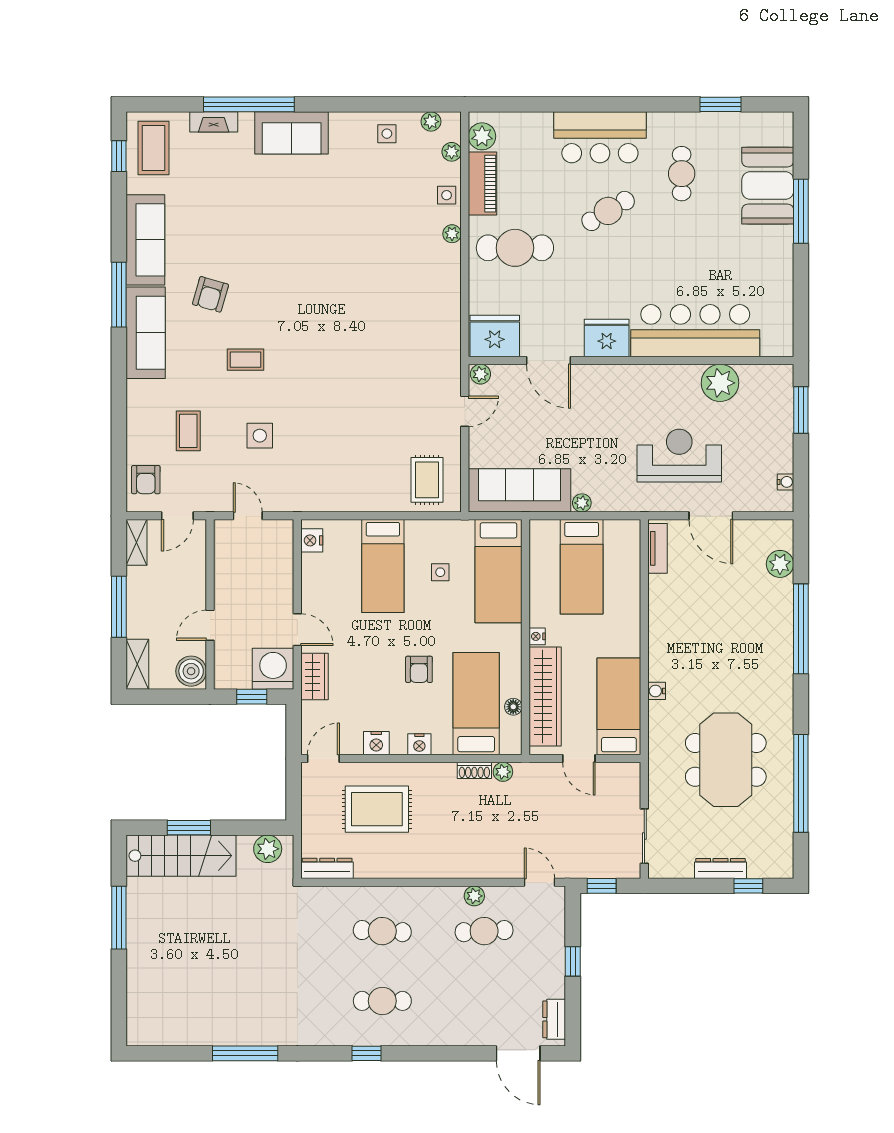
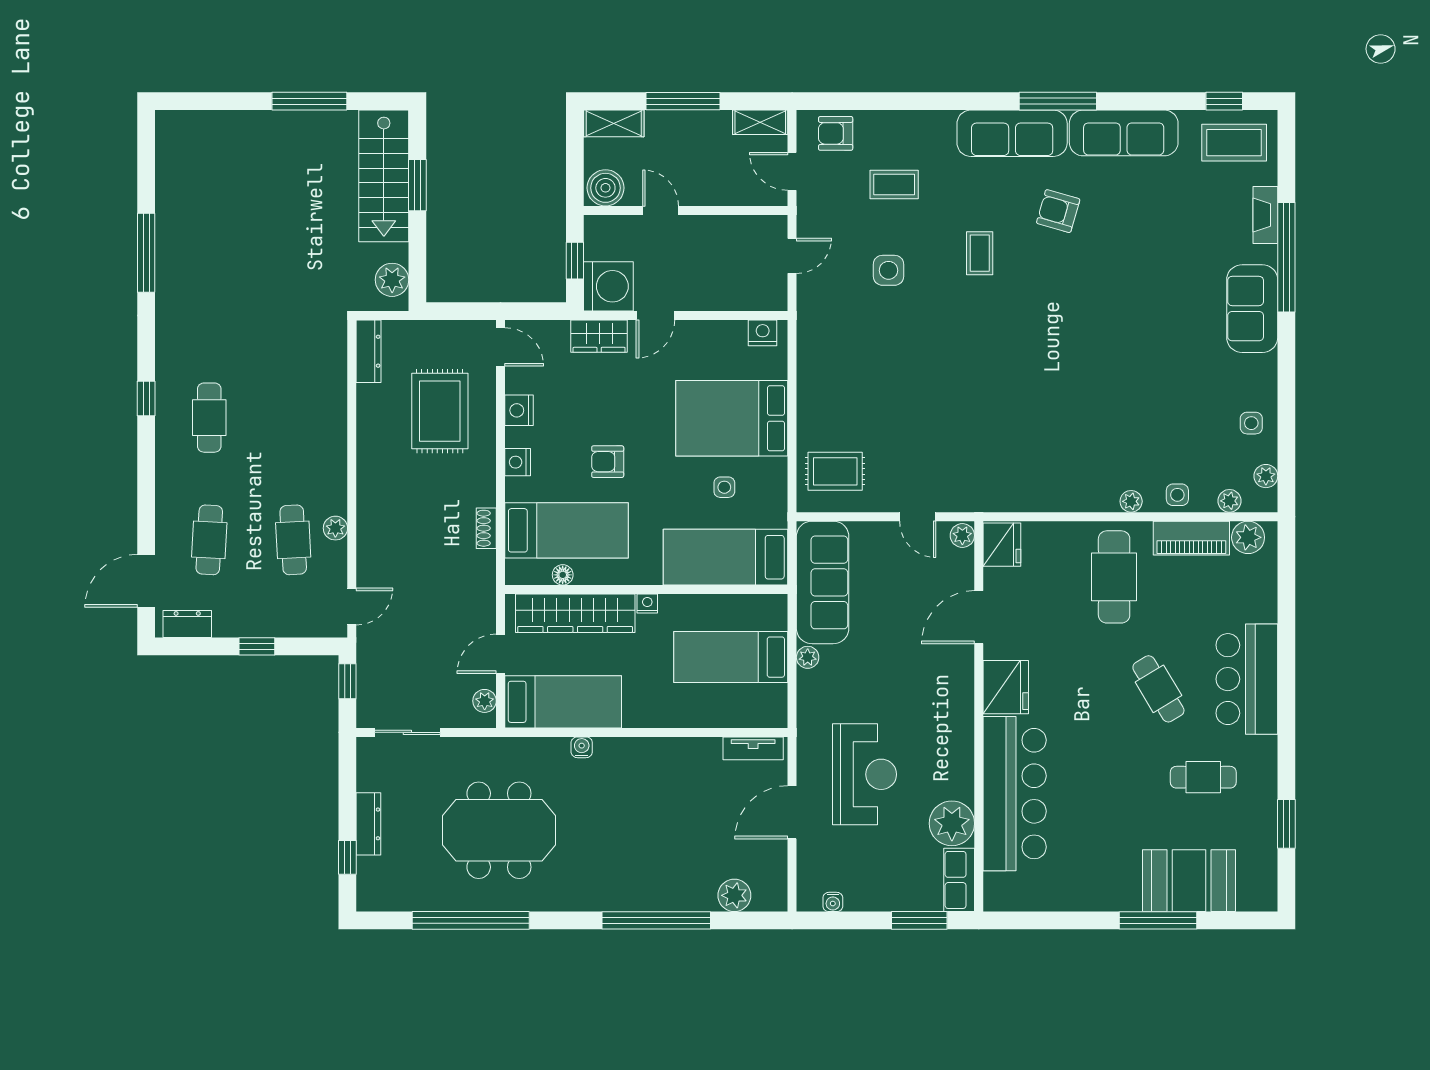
fridge: (495, 336) -> (1002, 545), width x0.73, depth x0.75
row of seats: (767, 377) -> (959, 880), added
bed: (383, 566) -> (732, 418), width x1.50
plant: (503, 772) -> (485, 701), moved
cafe table: (382, 931) -> (209, 540), moved

